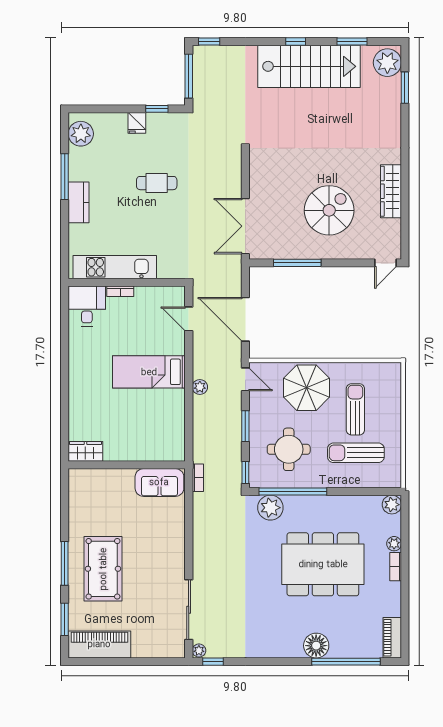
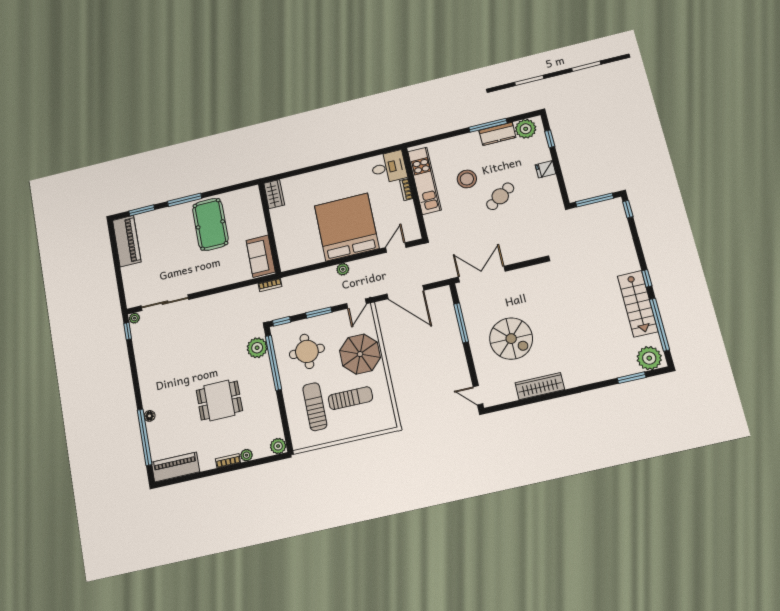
window: (352, 41) -> (659, 324), width x2.11
stairs: (309, 66) -> (638, 304), width x0.73, depth x0.66
window: (157, 109) -> (550, 139), moved
cafe table: (157, 183) -> (500, 196), turned 56
kitchen counter: (79, 202) -> (497, 134), moved
stool: (125, 217) -> (467, 179), added
door: (245, 319) -> (405, 292), swing flipped
bed: (149, 372) -> (347, 227), width x2.04
dining table: (323, 564) -> (219, 401), width x0.53, depth x0.80
pool table: (103, 569) -> (210, 224), moved, turned 90
piano: (392, 638) -> (175, 467), width x1.37, depth x1.33
floor lamp: (316, 646) -> (150, 416), width x0.53, depth x0.53

